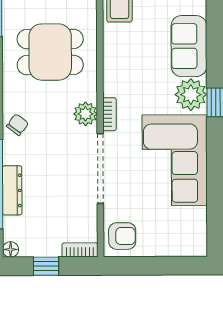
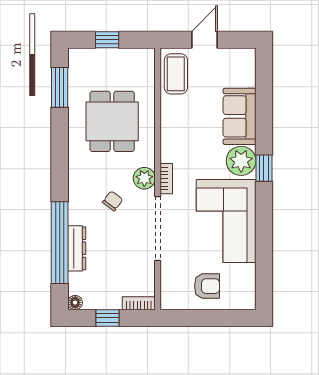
dining table: (50, 52) -> (112, 121), turned 90
chair: (17, 125) -> (113, 201), moved
armchair: (122, 236) -> (207, 286), moved

